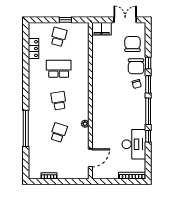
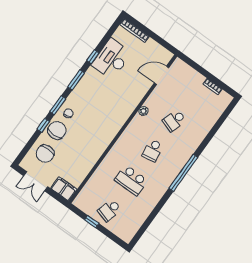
locker: (33, 49) -> (141, 216), removed
window: (148, 111) -> (76, 80), width x0.69
window: (26, 128) -> (183, 173), moved

